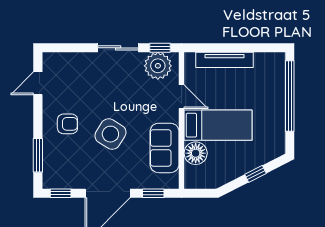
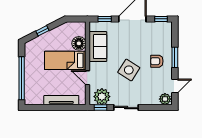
plant: (54, 62) -> (165, 99), added
side table: (110, 134) -> (129, 70), moved
window: (38, 155) -> (175, 57), moved

